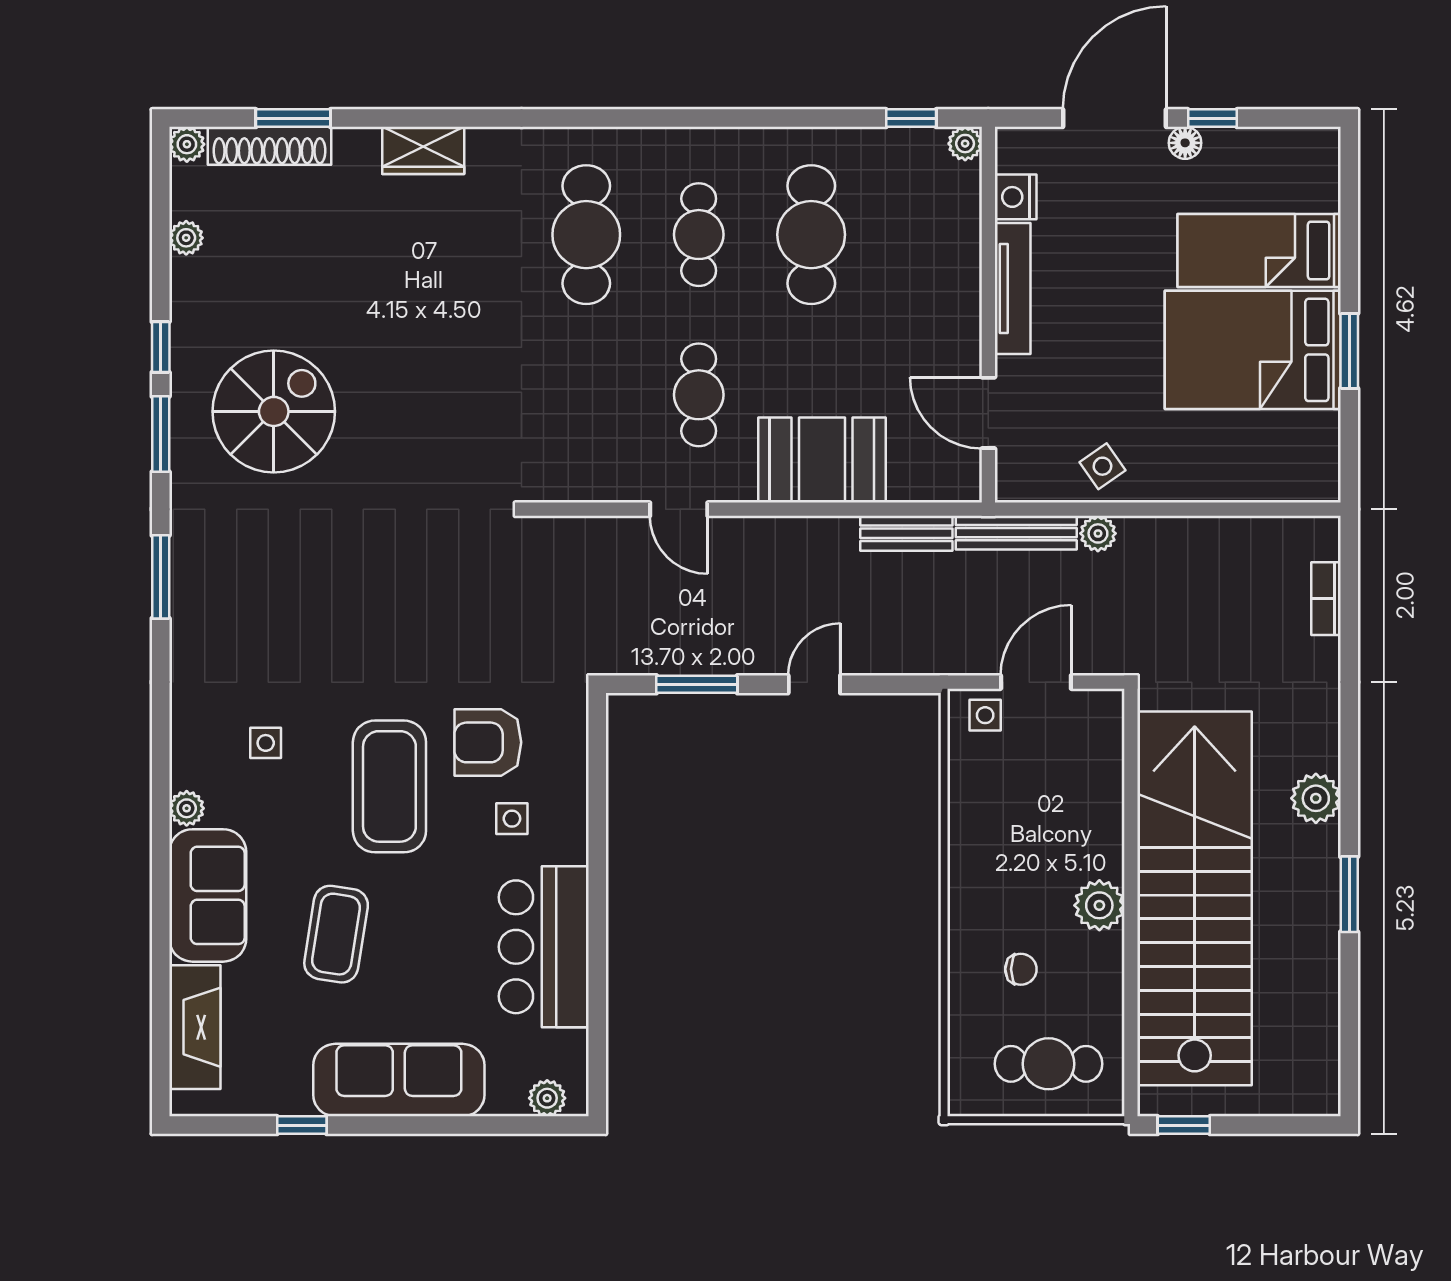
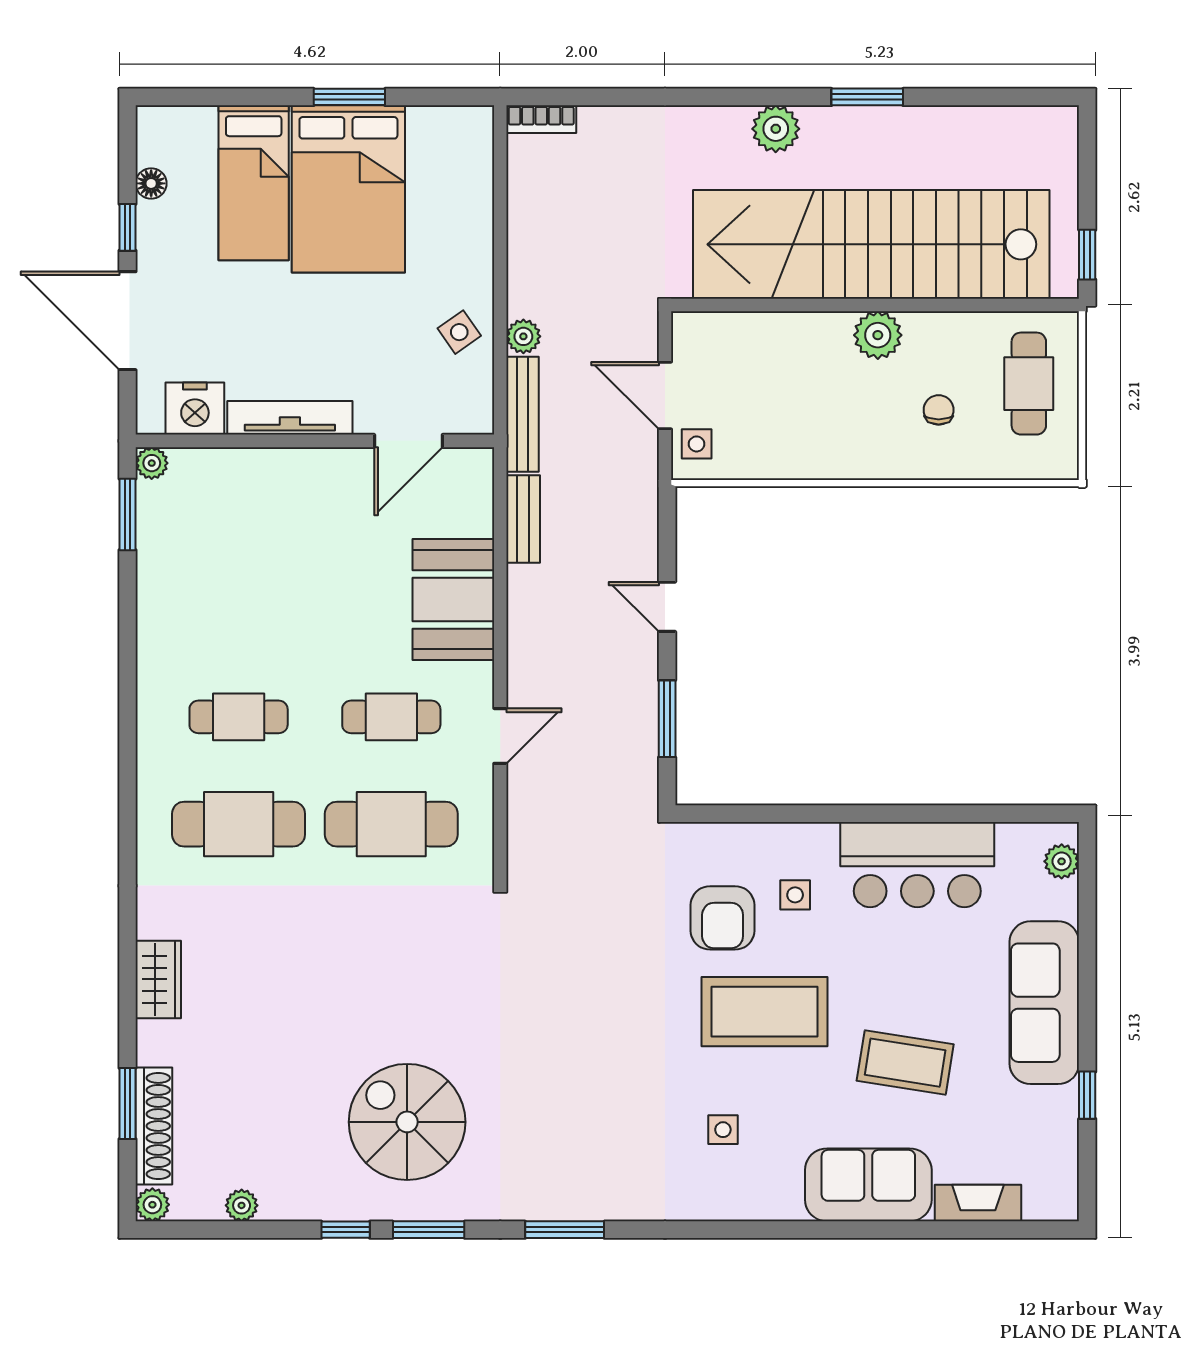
window: (911, 118) -> (127, 514), width x1.50
floor lamp: (1185, 143) -> (151, 183), moved
nightstand: (1016, 197) -> (195, 409), width x1.36, depth x1.33
cafe table: (811, 235) -> (391, 824), moved
bookcase: (1326, 599) -> (541, 119), moved
plant: (187, 808) -> (785, 1205), removed
fireplace: (195, 1027) -> (978, 1203), width x0.73, depth x0.76

